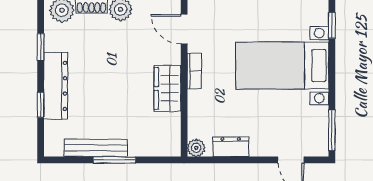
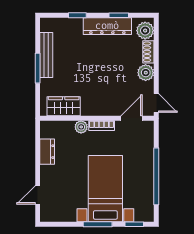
dresser: (56, 86) -> (107, 26), moved
wardrobe: (167, 88) -> (64, 106), moved
window: (332, 130) -> (98, 224), moved
plant: (196, 148) -> (81, 127), moved

